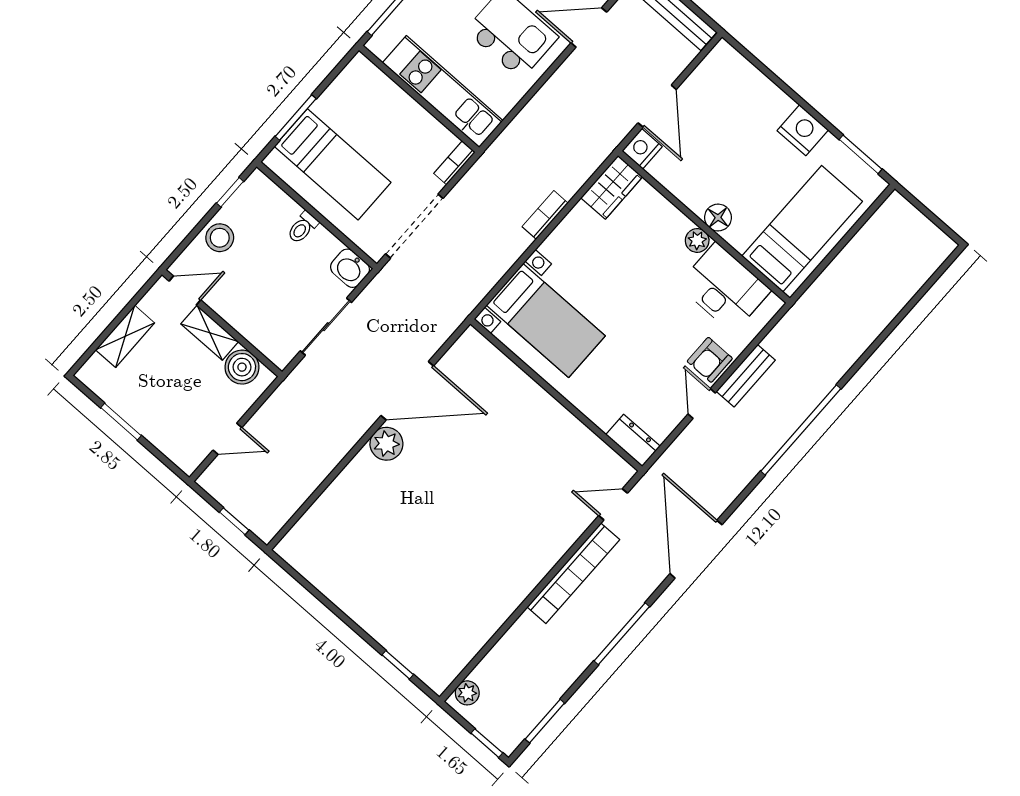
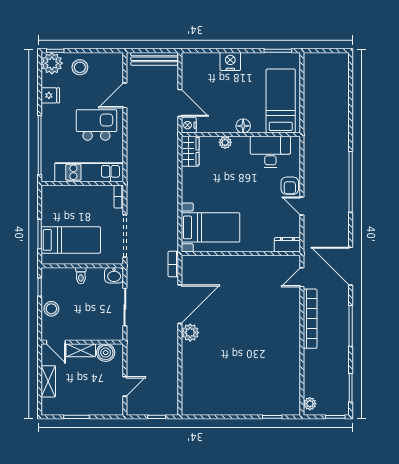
nightstand: (803, 130) -> (230, 61), moved
bookcase: (545, 215) -> (173, 264), moved
plant: (697, 240) -> (225, 142), moved
door: (185, 291) -> (56, 342), swing flipped
bench: (746, 376) -> (310, 179), removed

